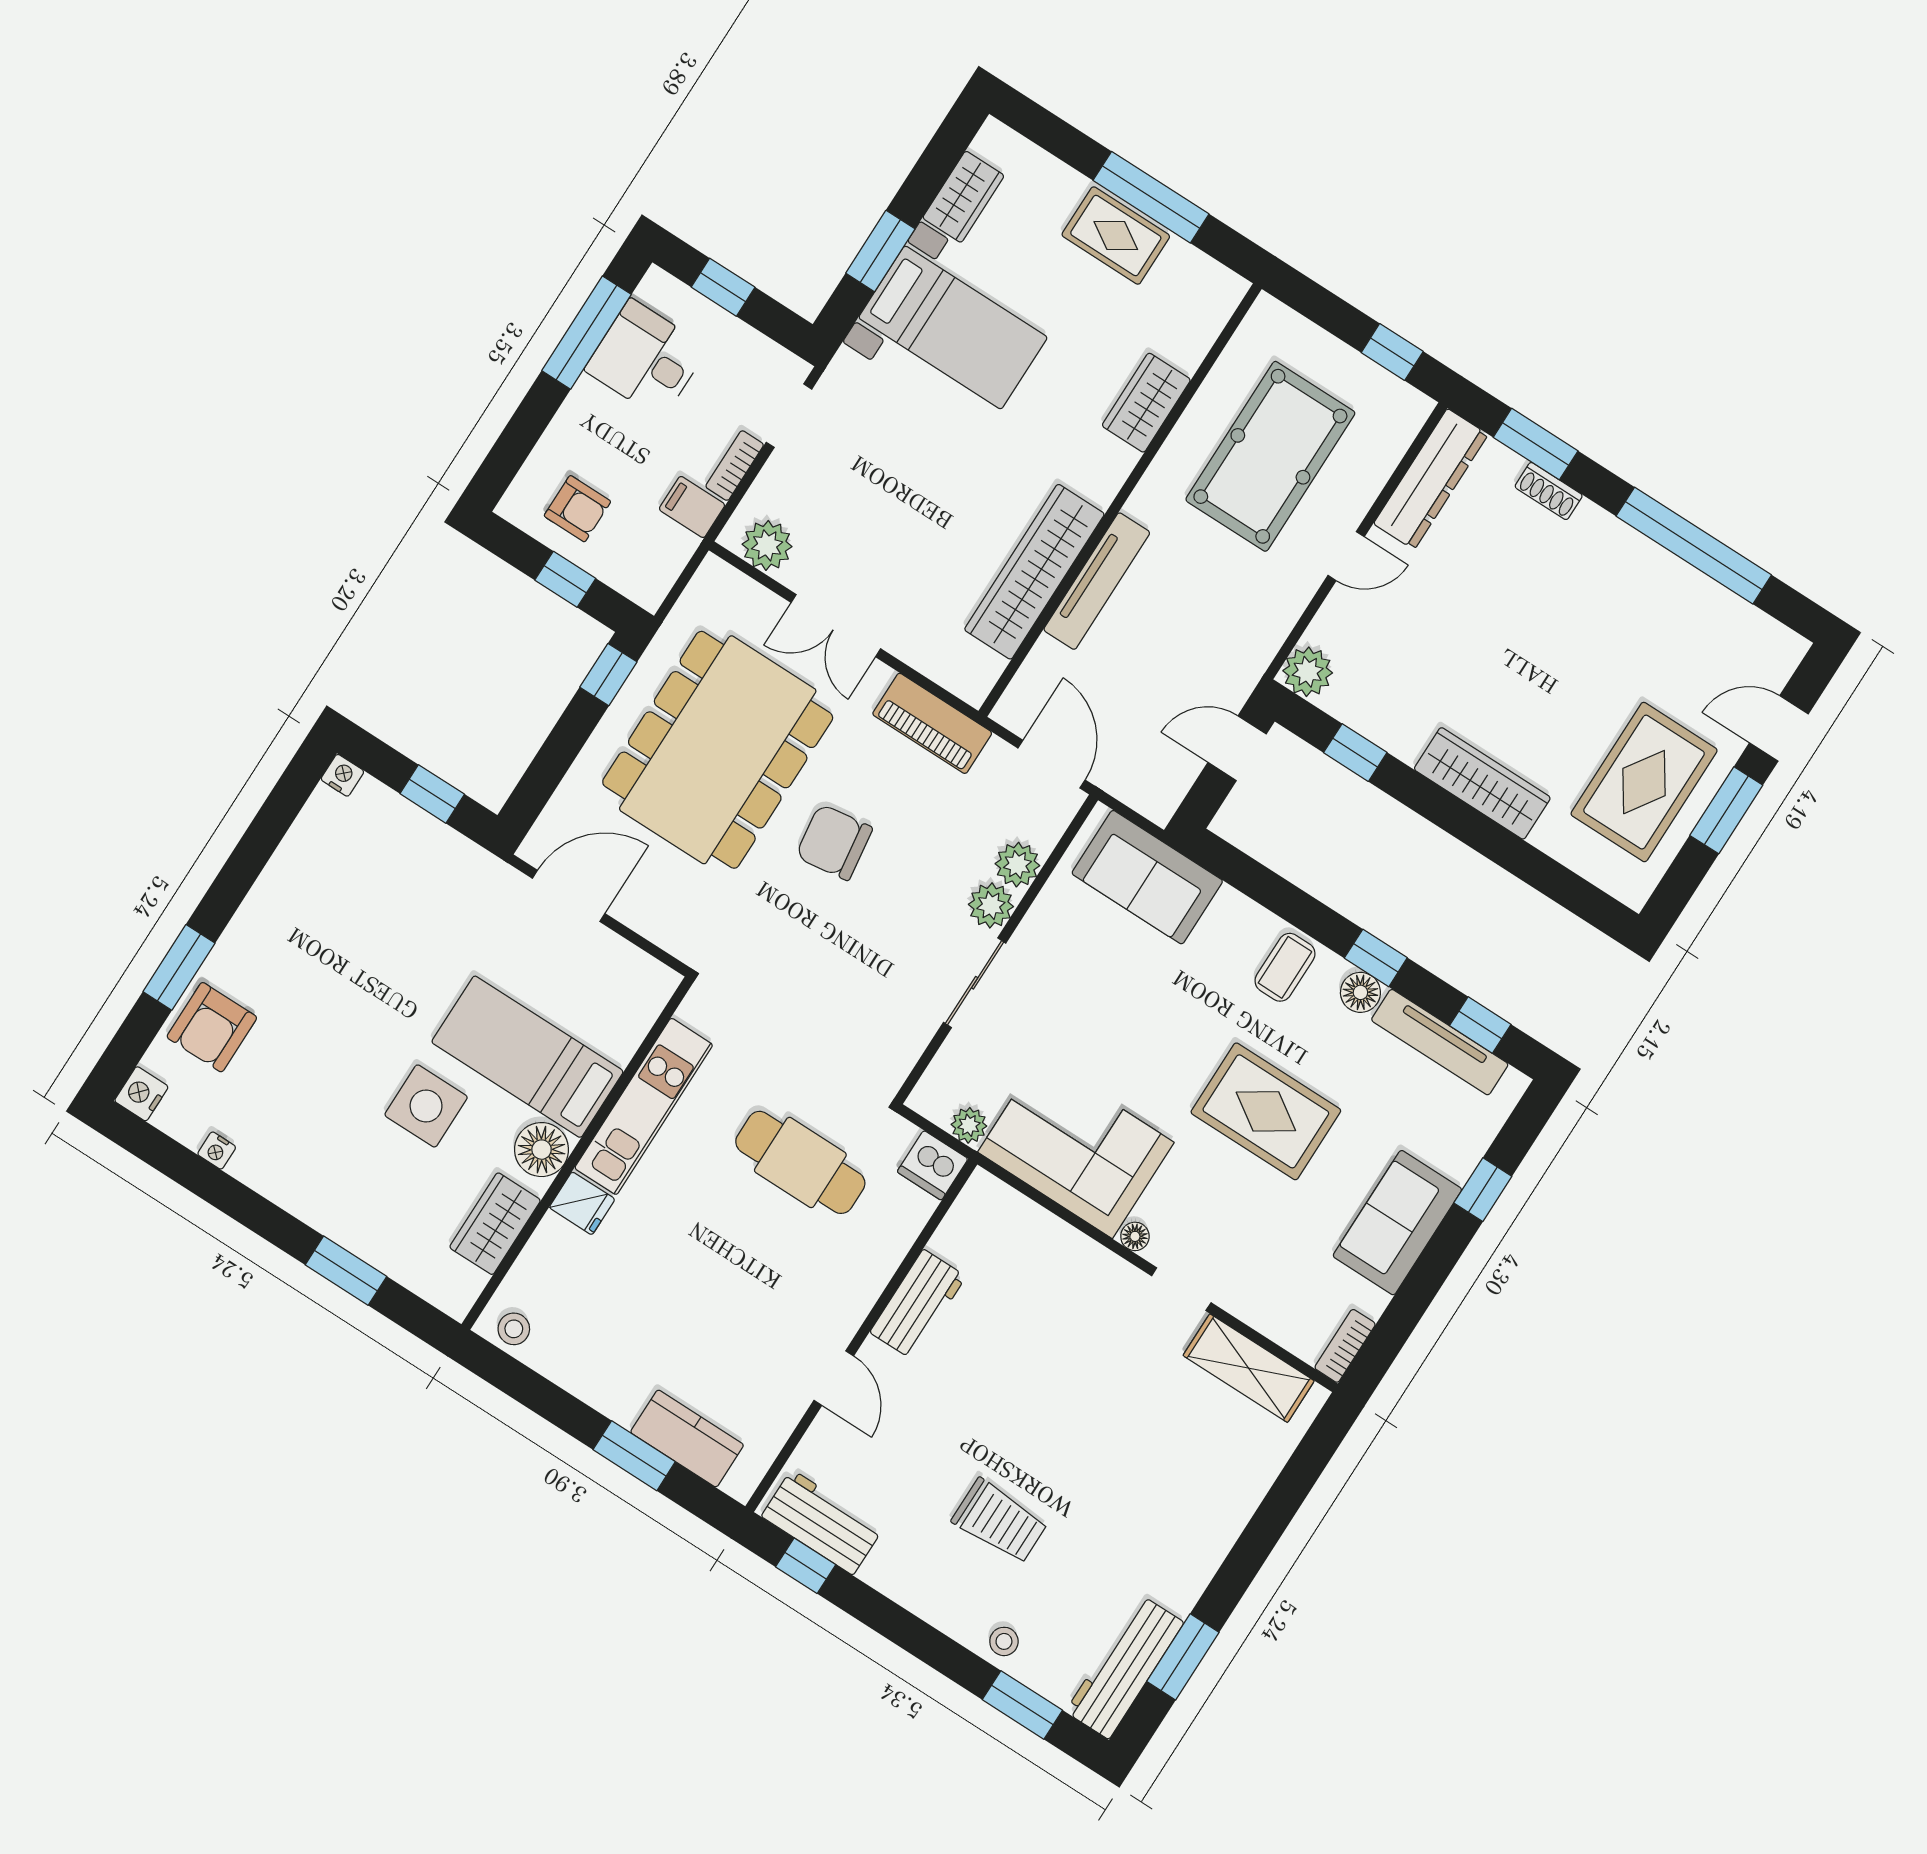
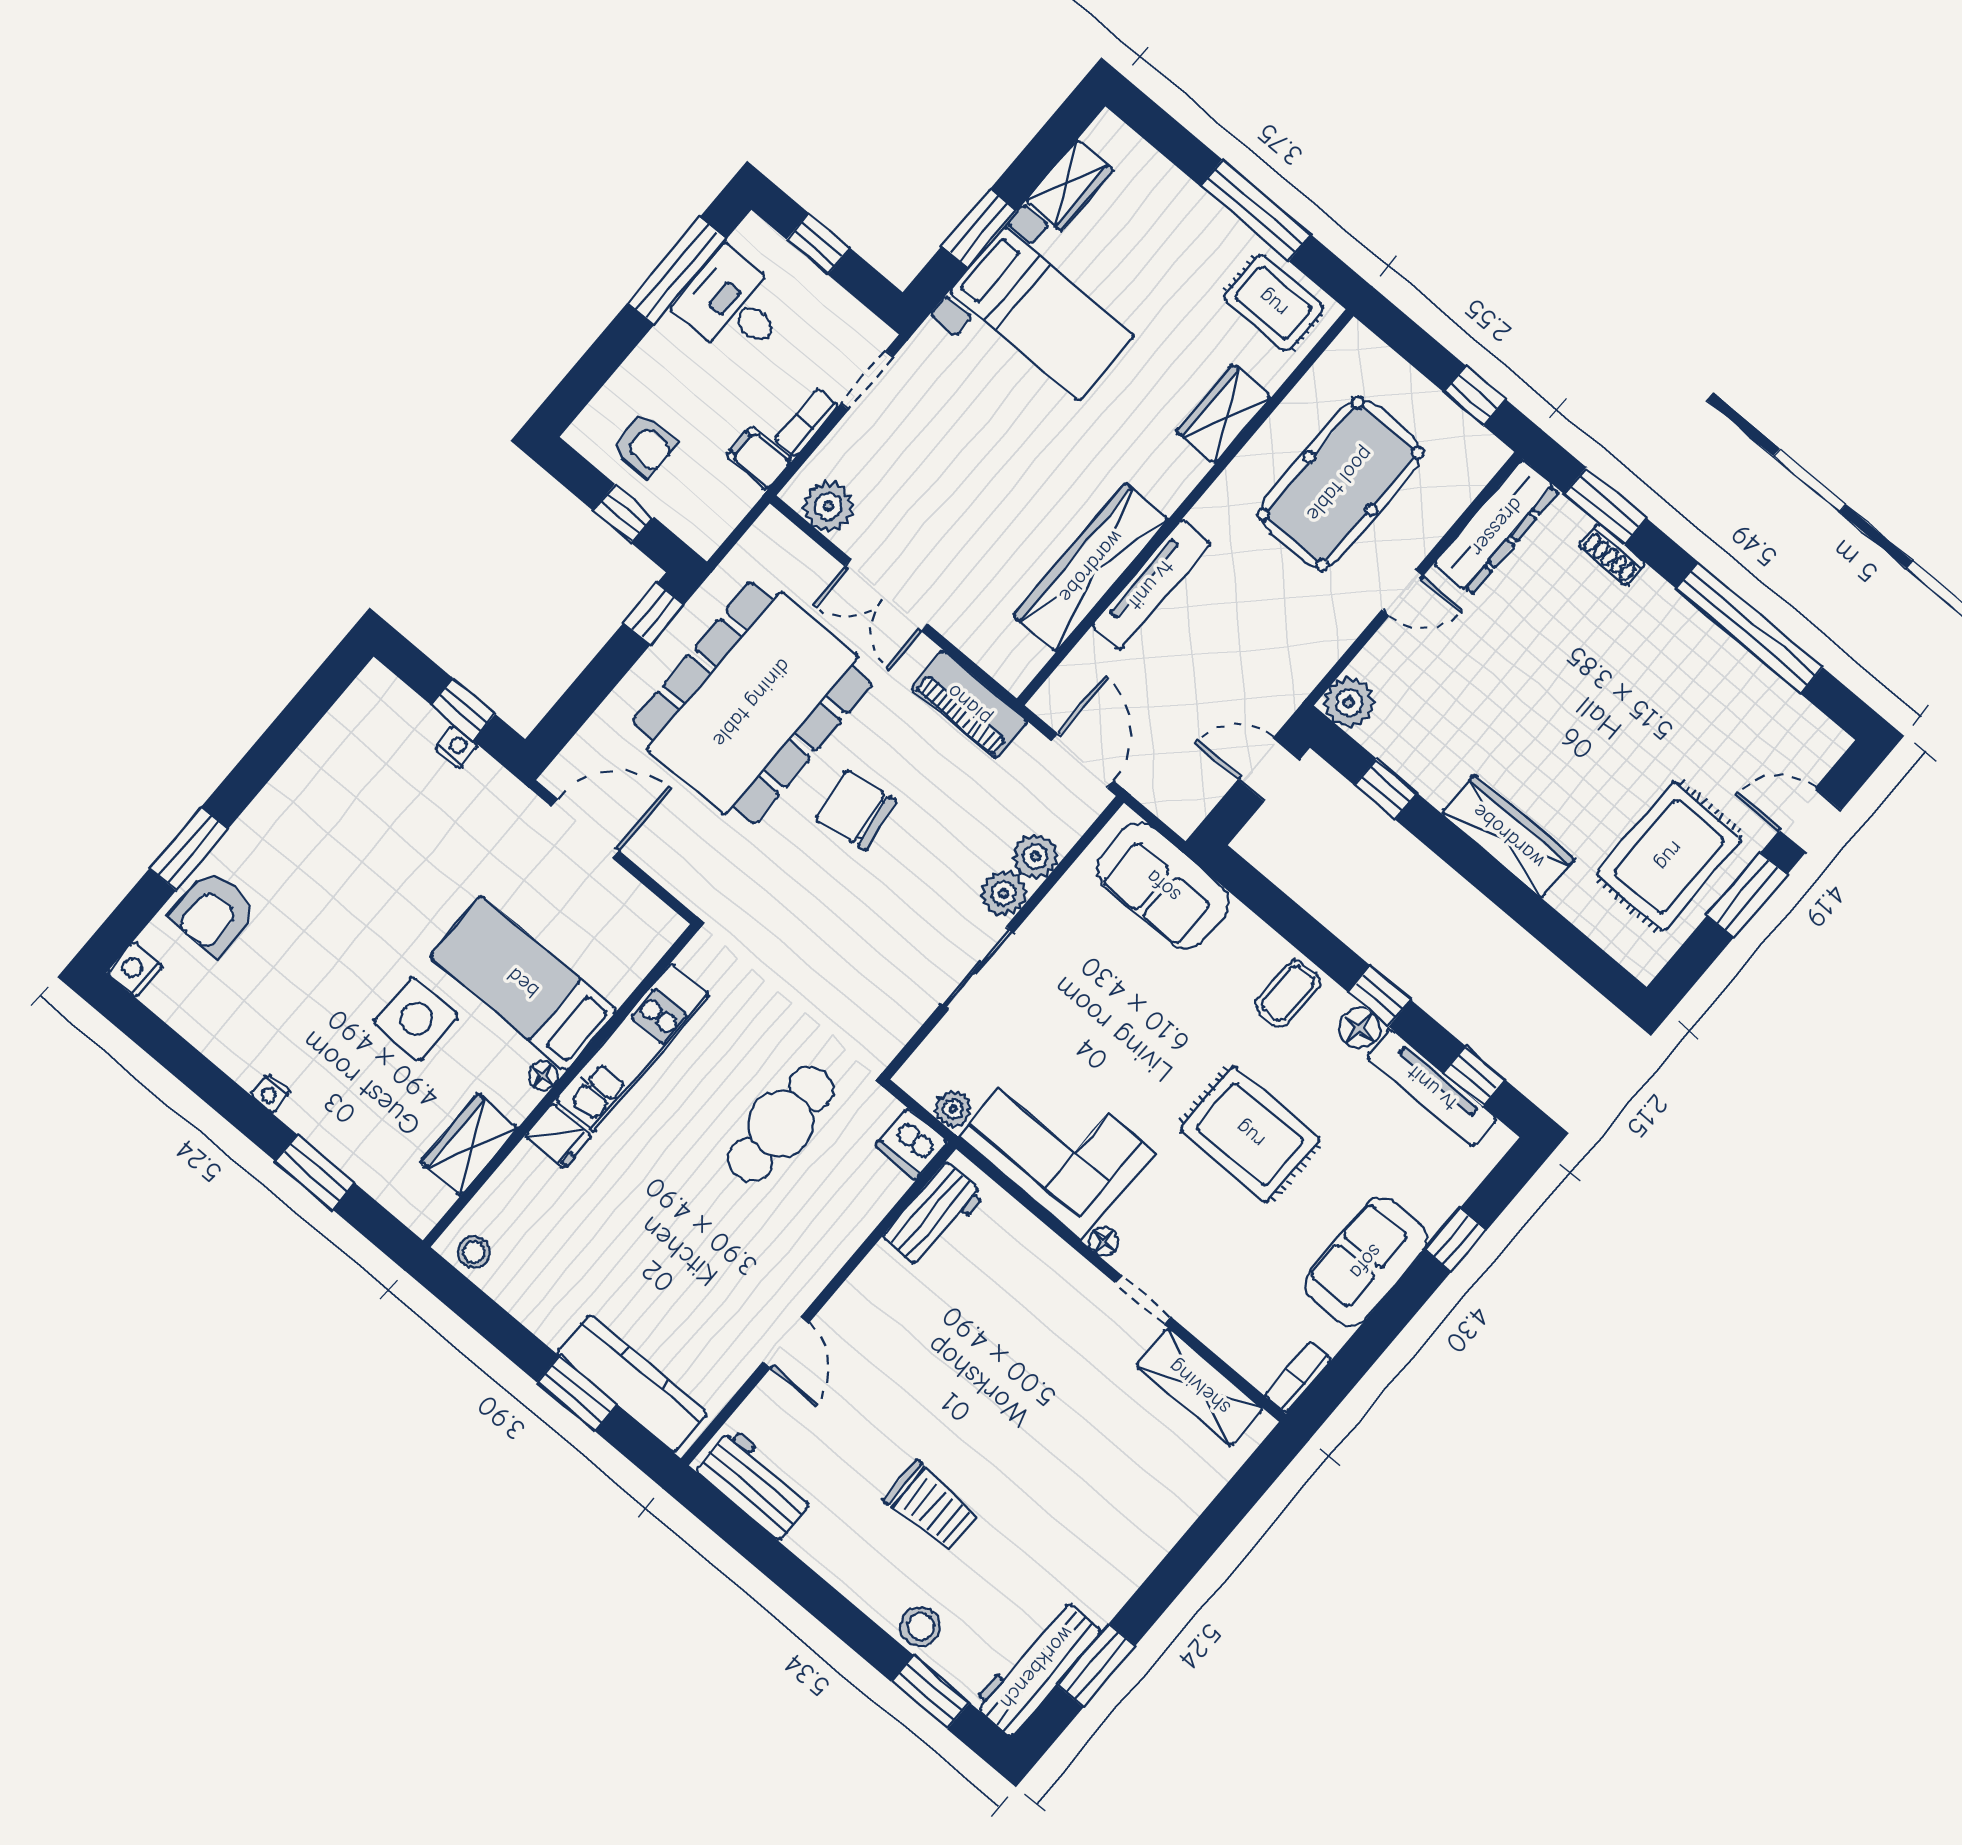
rug: (1116, 235) -> (1273, 303), moved
nightstand: (342, 775) -> (457, 747), moved
floor lamp: (542, 1150) -> (543, 1076), width x0.53, depth x0.53
nightstand: (217, 1151) -> (270, 1093), moved
cafe table: (800, 1162) -> (781, 1124), turned 90
workbench: (918, 1304) -> (934, 1215), moved
kitchen counter: (687, 1439) -> (632, 1383), width x1.50
window: (806, 1566) -> (733, 1525), removed
stool: (1004, 1641) -> (920, 1627), width x1.37, depth x1.37

